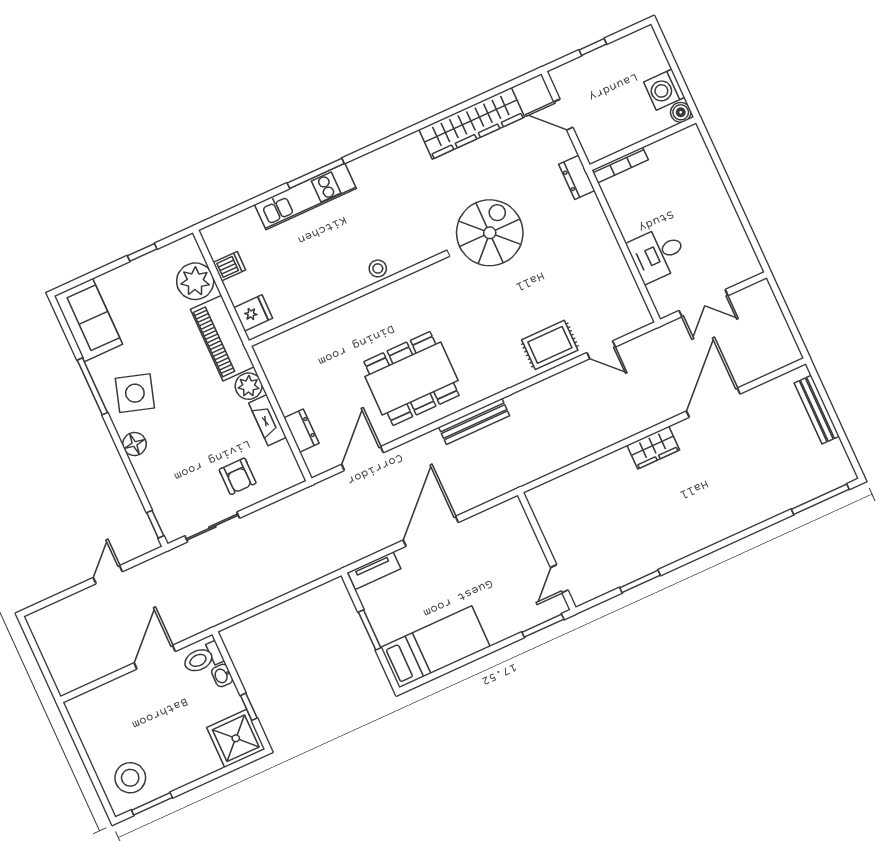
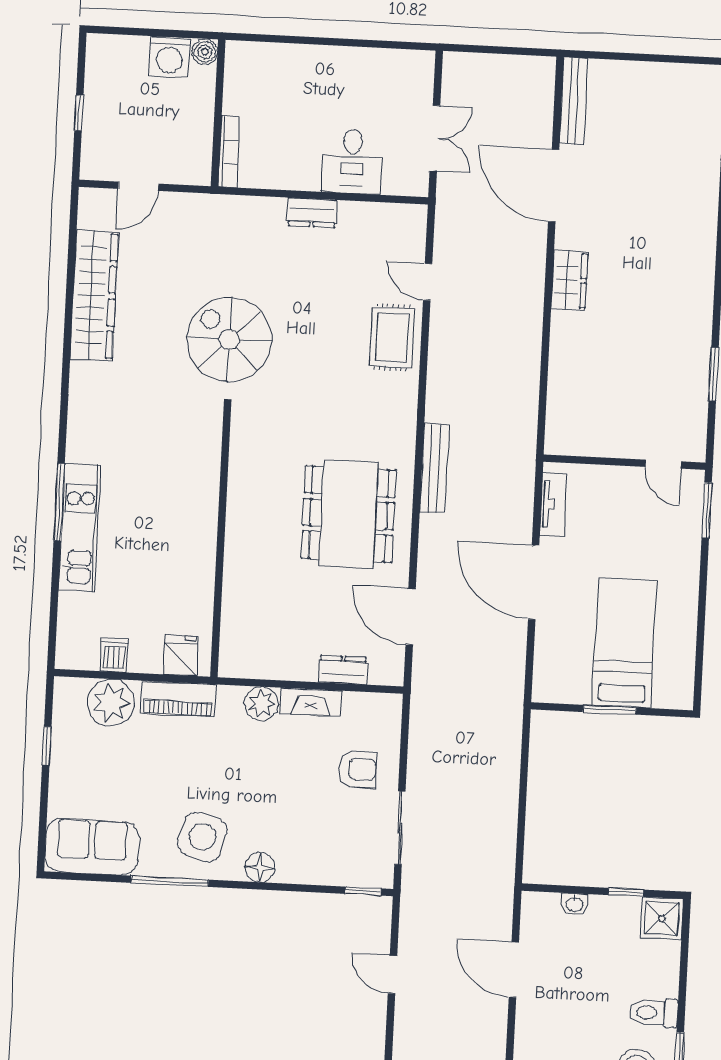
dresser: (577, 177) -> (312, 213), moved
stool: (378, 268) -> (204, 488), removed
piano: (222, 338) -> (178, 699), width x0.73, depth x0.75
door: (601, 350) -> (428, 282), swing flipped
bench: (817, 410) -> (574, 101), moved, turned 90
tv unit: (374, 571) -> (553, 504), moved
bed: (435, 647) -> (624, 643), moved
toilet: (203, 658) -> (654, 1013), moved, turned 90
shower: (236, 738) -> (662, 918), width x0.73, depth x0.73

